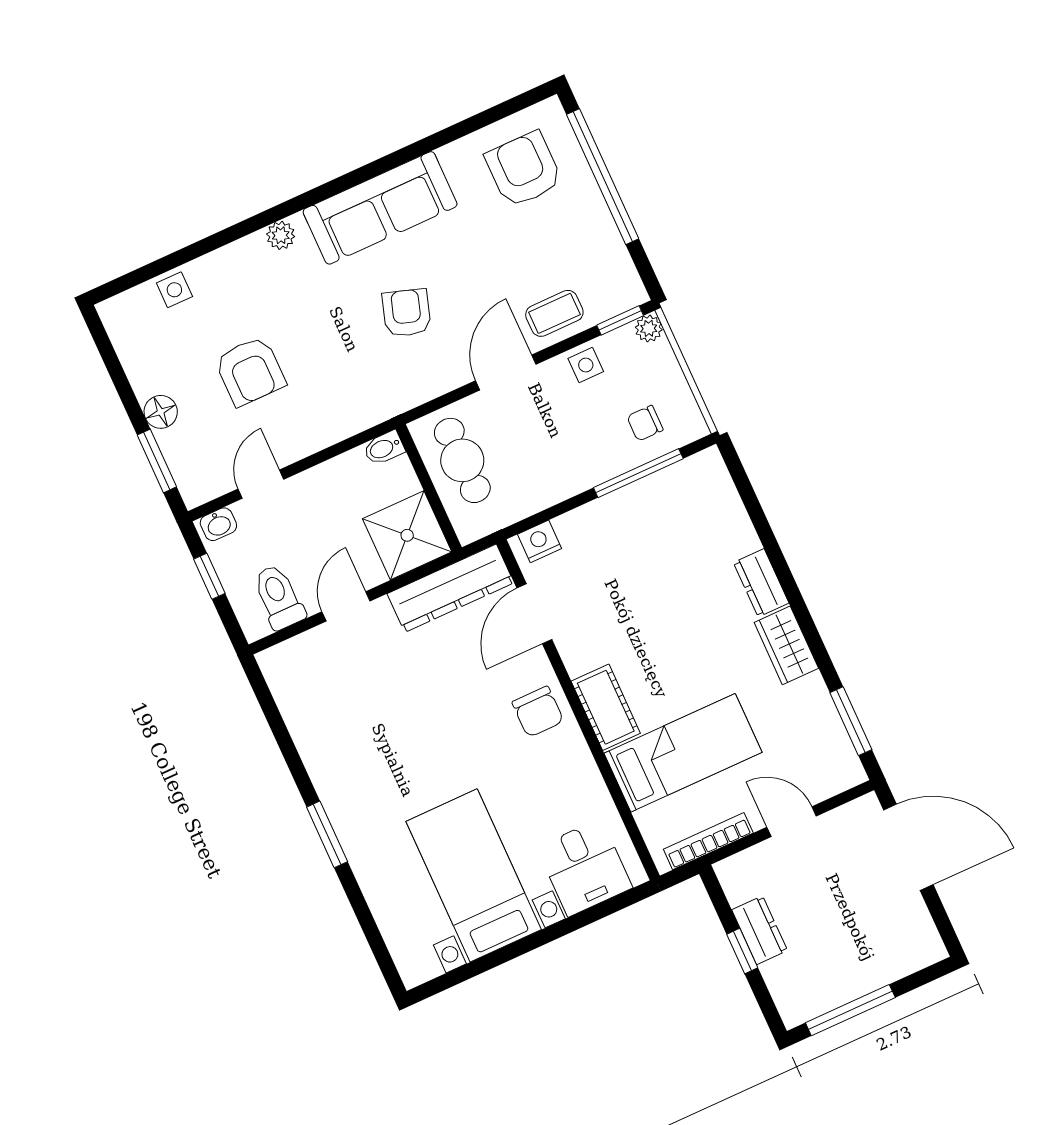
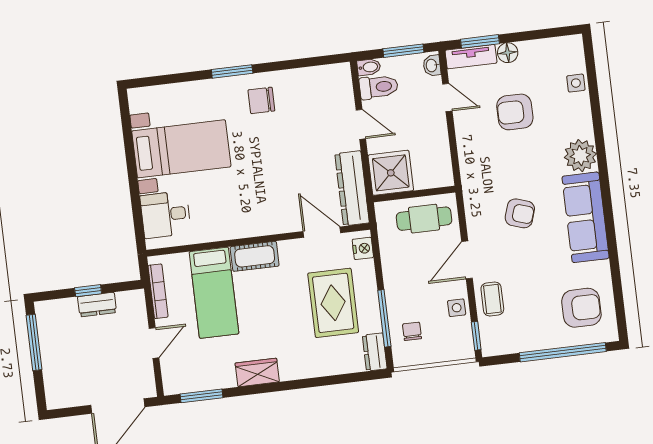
plant: (281, 235) -> (580, 156), width x1.88, depth x1.88
plant: (649, 328) -> (466, 351), removed
door: (506, 373) -> (467, 260), swing flipped
bidet: (384, 448) -> (369, 67), moved, turned 90
tv unit: (185, 467) -> (471, 57), added
rug: (639, 561) -> (333, 303), added
window: (209, 576) -> (403, 51), width x1.50
dresser: (761, 583) -> (375, 352), moved, turned -90
chair: (538, 712) -> (261, 100), moved

